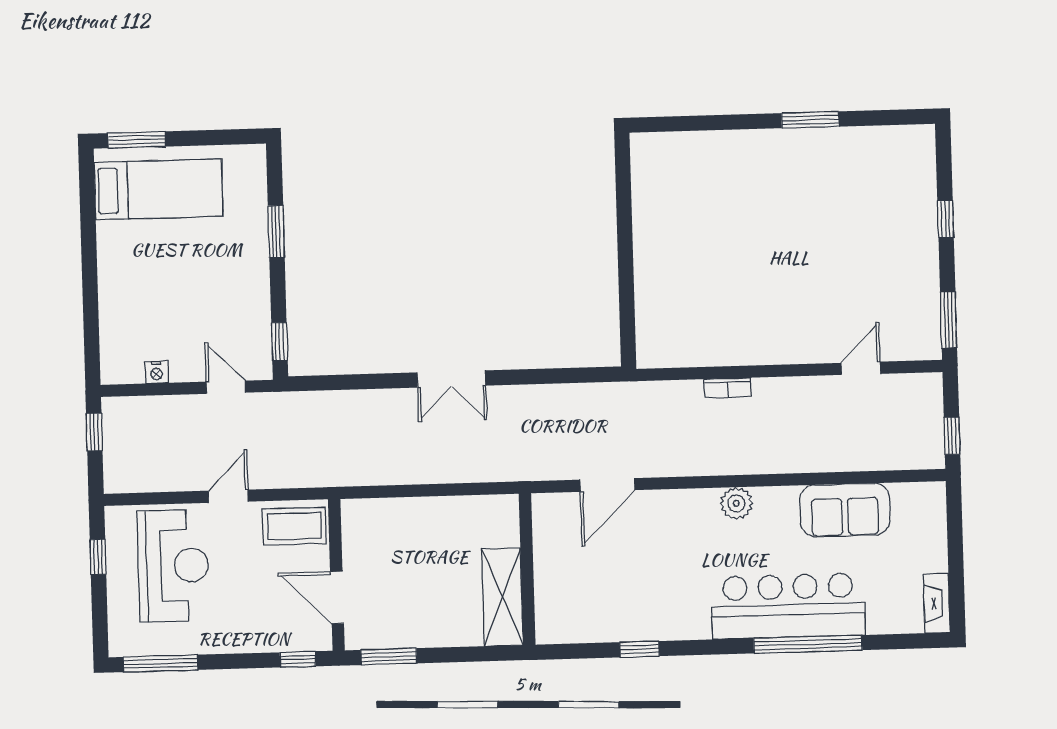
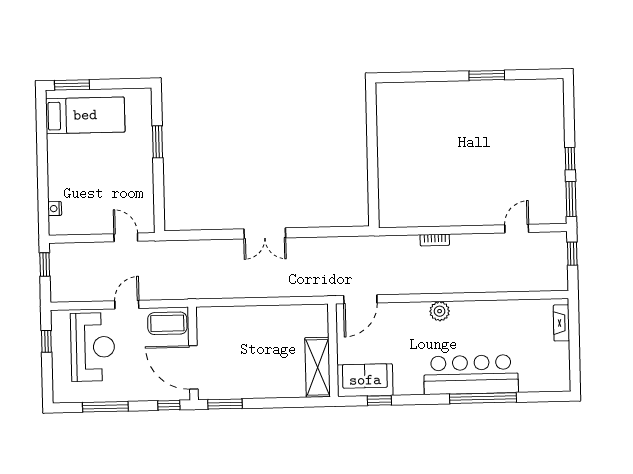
window: (946, 219) -> (570, 159), moved
window: (279, 342) -> (159, 210), removed
nightstand: (157, 372) -> (55, 209), moved, turned 90
window: (952, 436) -> (572, 254), moved
sofa: (845, 510) -> (365, 380), moved, turned 180
wall: (527, 569) -> (333, 350), moved
shelving: (502, 597) -> (318, 367), moved
door: (337, 598) -> (193, 367), width x1.36
fireplace: (937, 603) -> (561, 323), moved
window: (161, 663) -> (105, 407), moved

